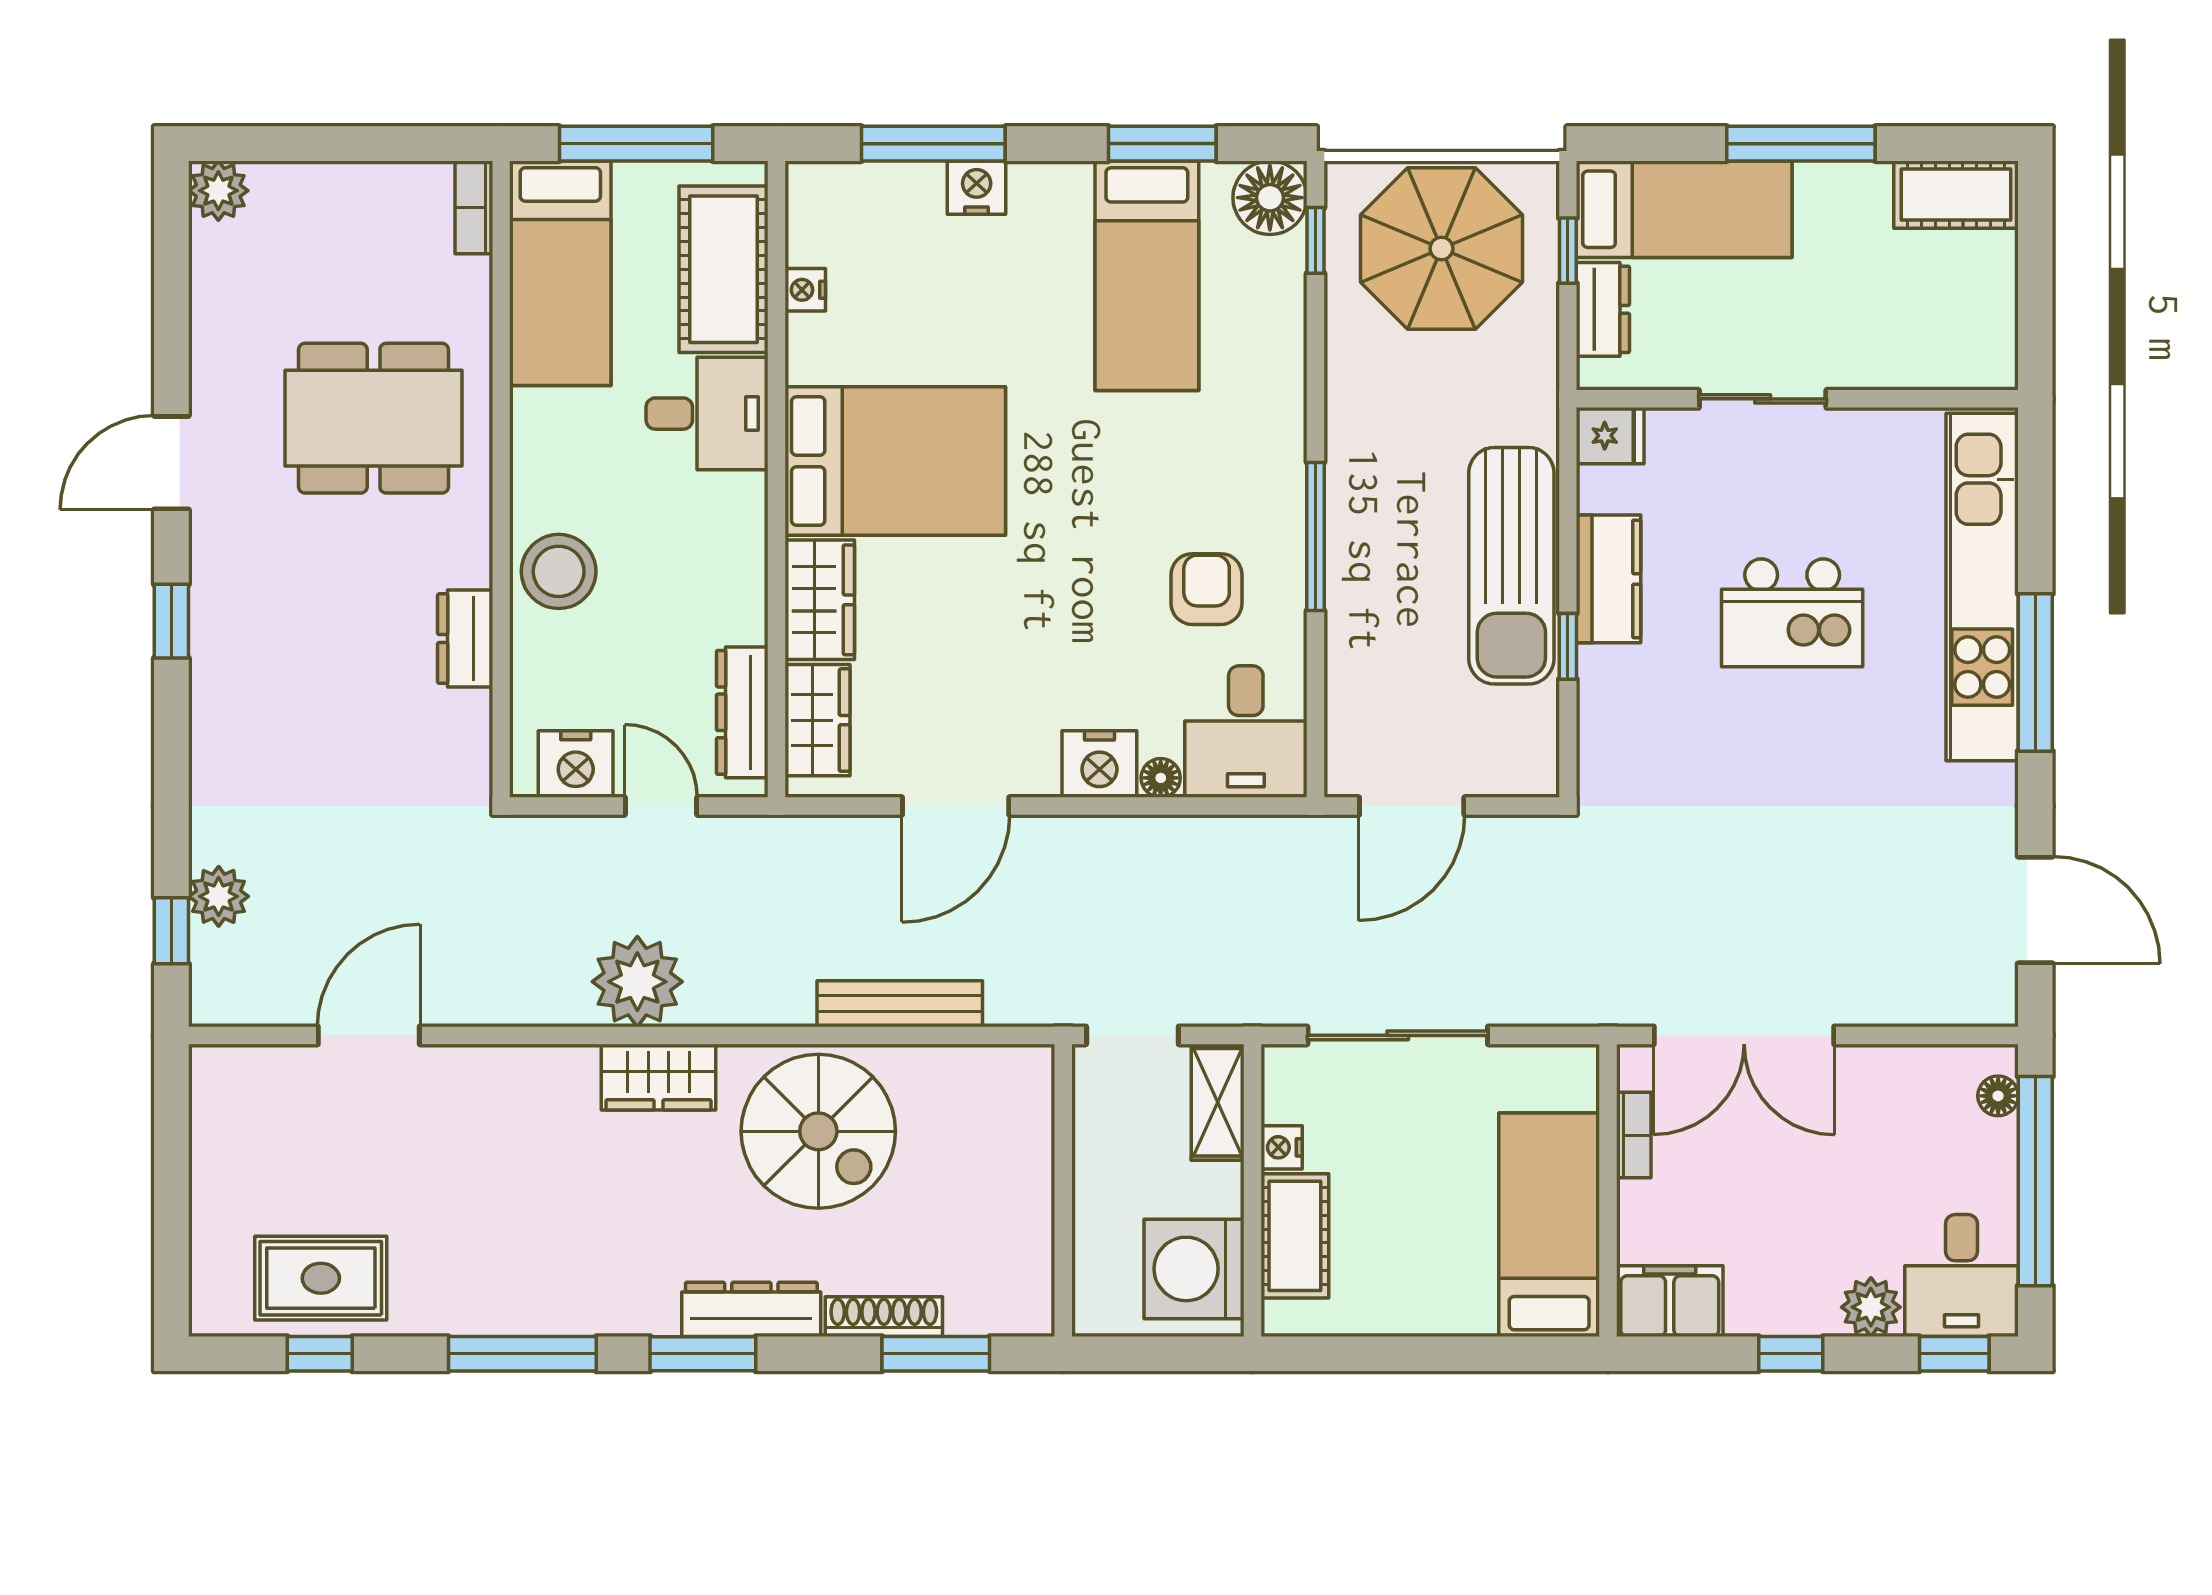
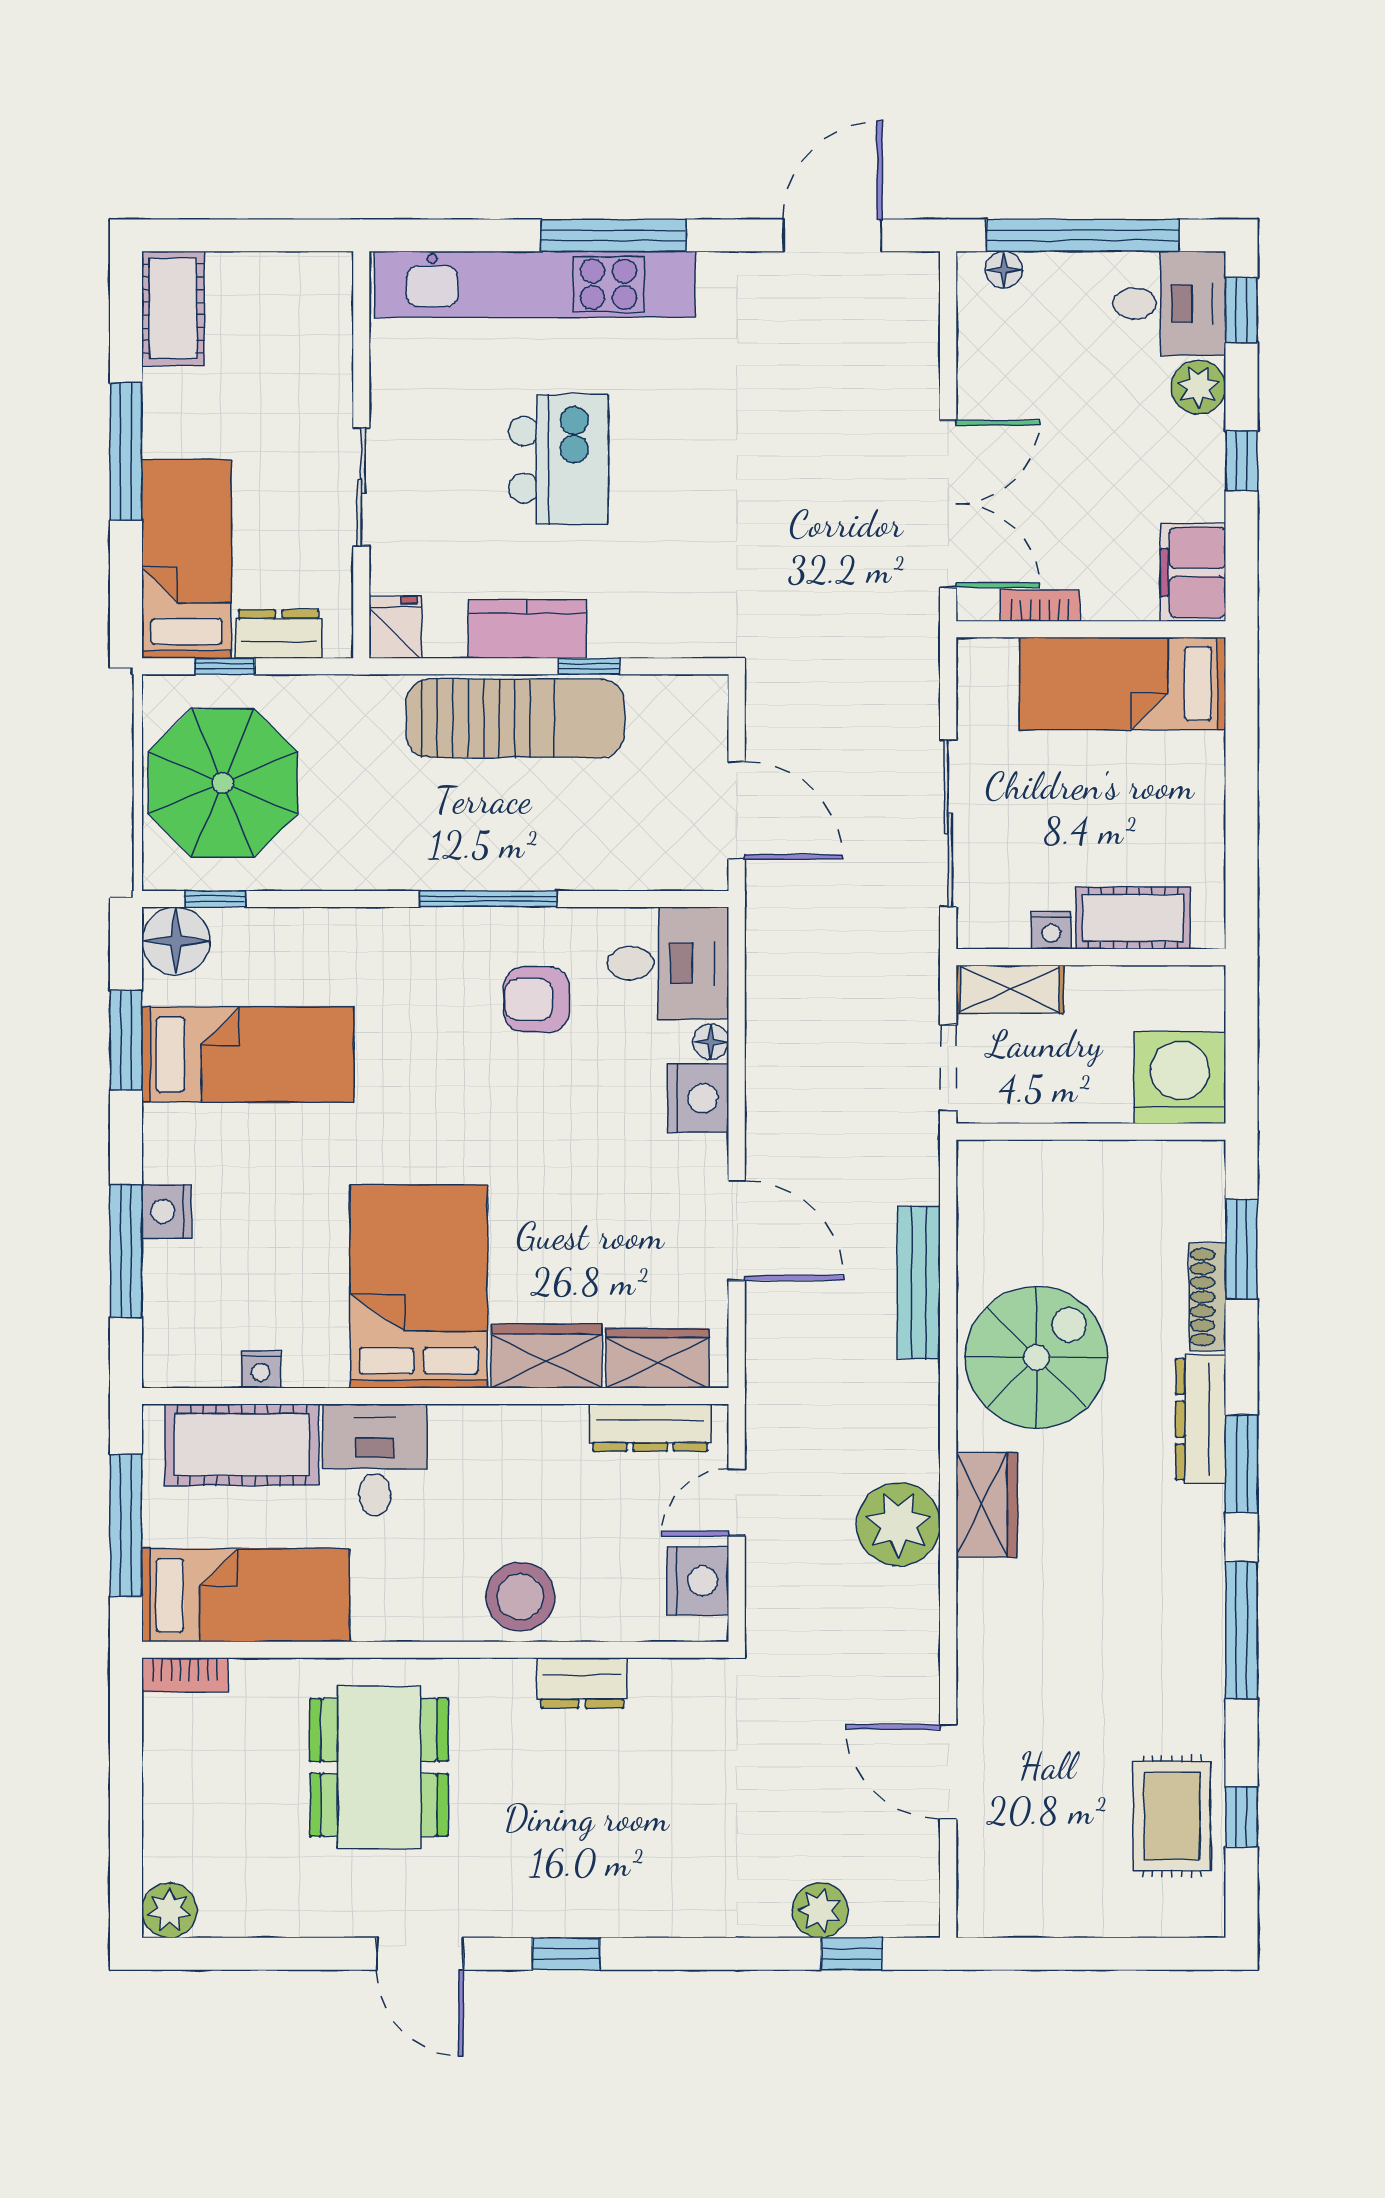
washing machine: (1194, 1269) -> (1180, 1078), moved, turned 180

